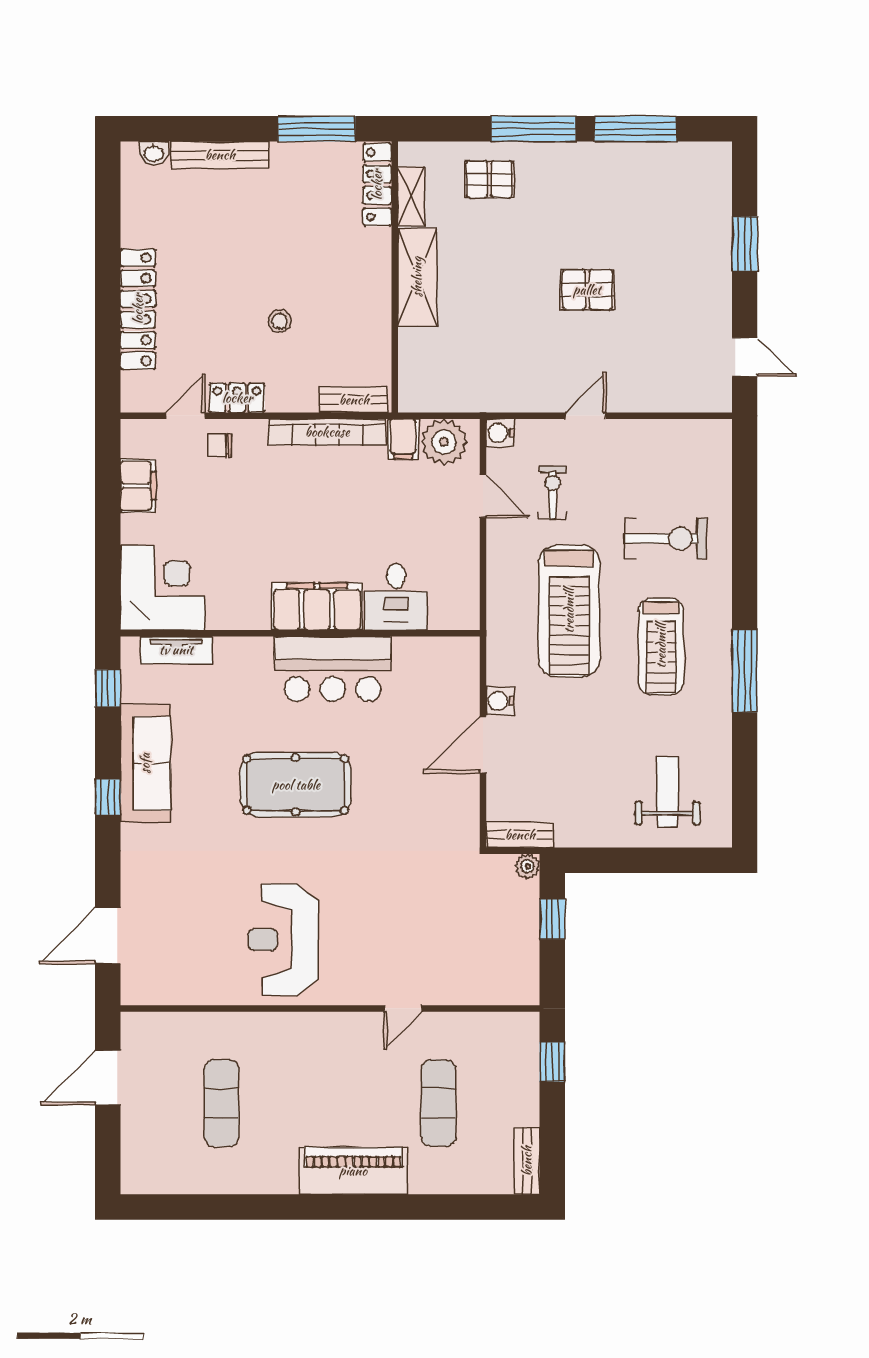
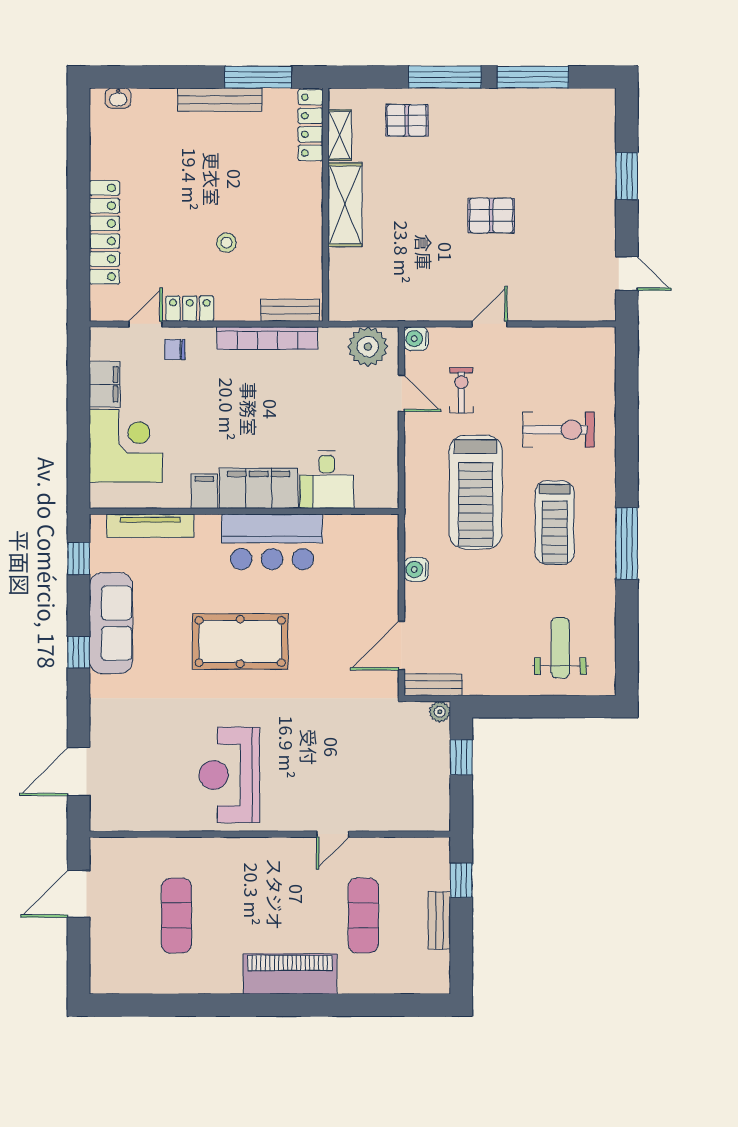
bench: (220, 155) -> (220, 100), moved
filing cabinet: (403, 439) -> (204, 491), moved, turned 180
corner desk: (163, 588) -> (126, 446), moved
tv unit: (176, 650) -> (150, 526), width x1.41
door: (483, 745) -> (401, 646), moved
bench: (527, 1161) -> (439, 920), moved

